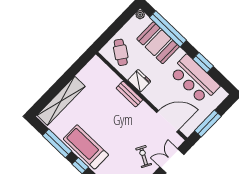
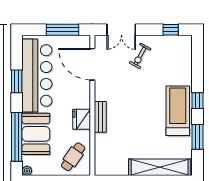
bar counter: (194, 79) -> (37, 75), width x1.36
window: (57, 143) -> (197, 137), width x0.69
treadmill: (86, 147) -> (178, 111), turned 180

